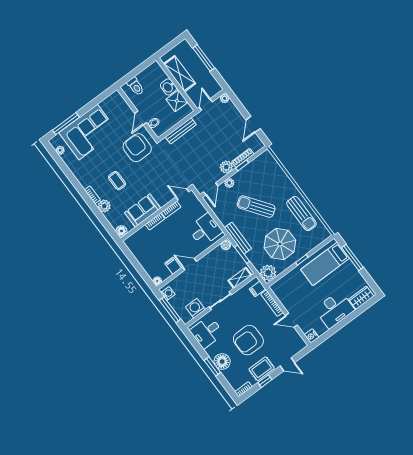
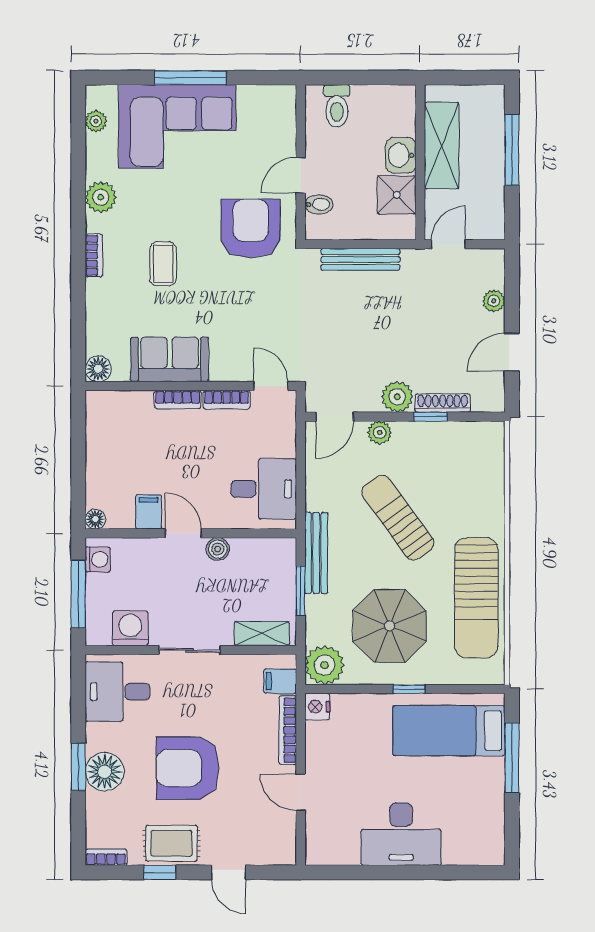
plant: (225, 98) -> (494, 301), moved
window: (66, 124) -> (191, 78), moved
plant: (104, 206) -> (101, 197), moved
sun lounger: (301, 214) -> (476, 598), width x1.36, depth x1.34
boiler: (226, 245) -> (218, 549), moved
wardrobe: (361, 298) -> (470, 850), removed
nightstand: (311, 336) -> (317, 707), moved

